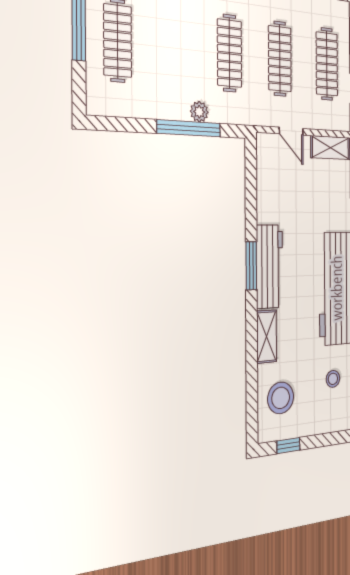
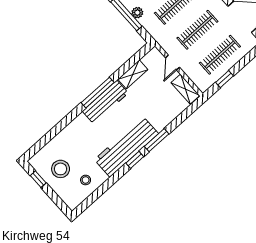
window: (251, 266) -> (98, 93), width x1.44
shelving: (267, 337) -> (133, 74), moved
stool: (281, 398) -> (61, 169), moved

